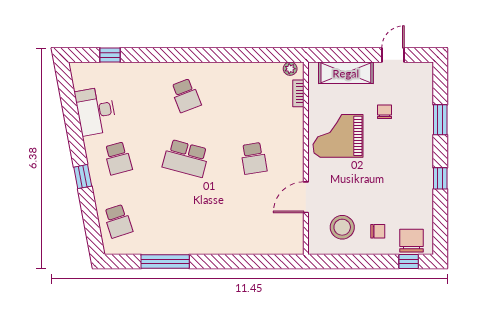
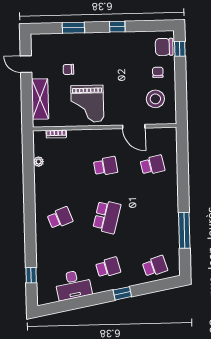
plant: (290, 69) -> (39, 162), moved
school desk: (254, 221) -> (152, 165), added

